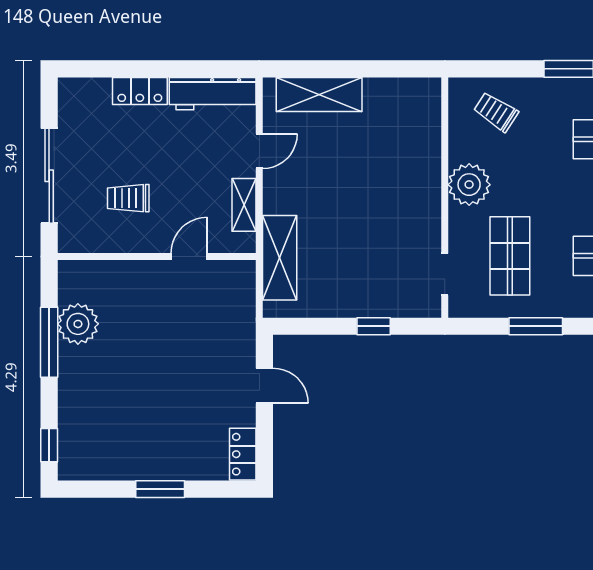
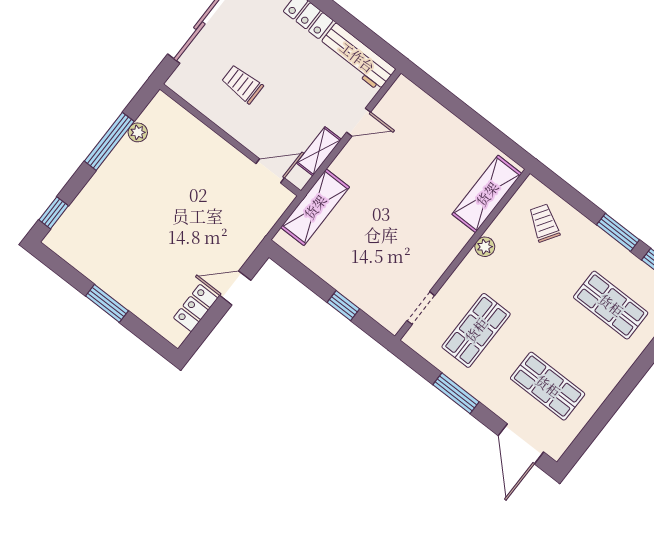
shelving: (319, 94) -> (487, 194), moved, turned 90
plant: (469, 185) -> (485, 247), width x0.53, depth x0.53
door: (189, 257) -> (270, 171), moved
plant: (78, 324) -> (138, 132), width x0.53, depth x0.53
door: (264, 386) -> (235, 288), swing flipped
locker: (243, 454) -> (196, 308), moved

